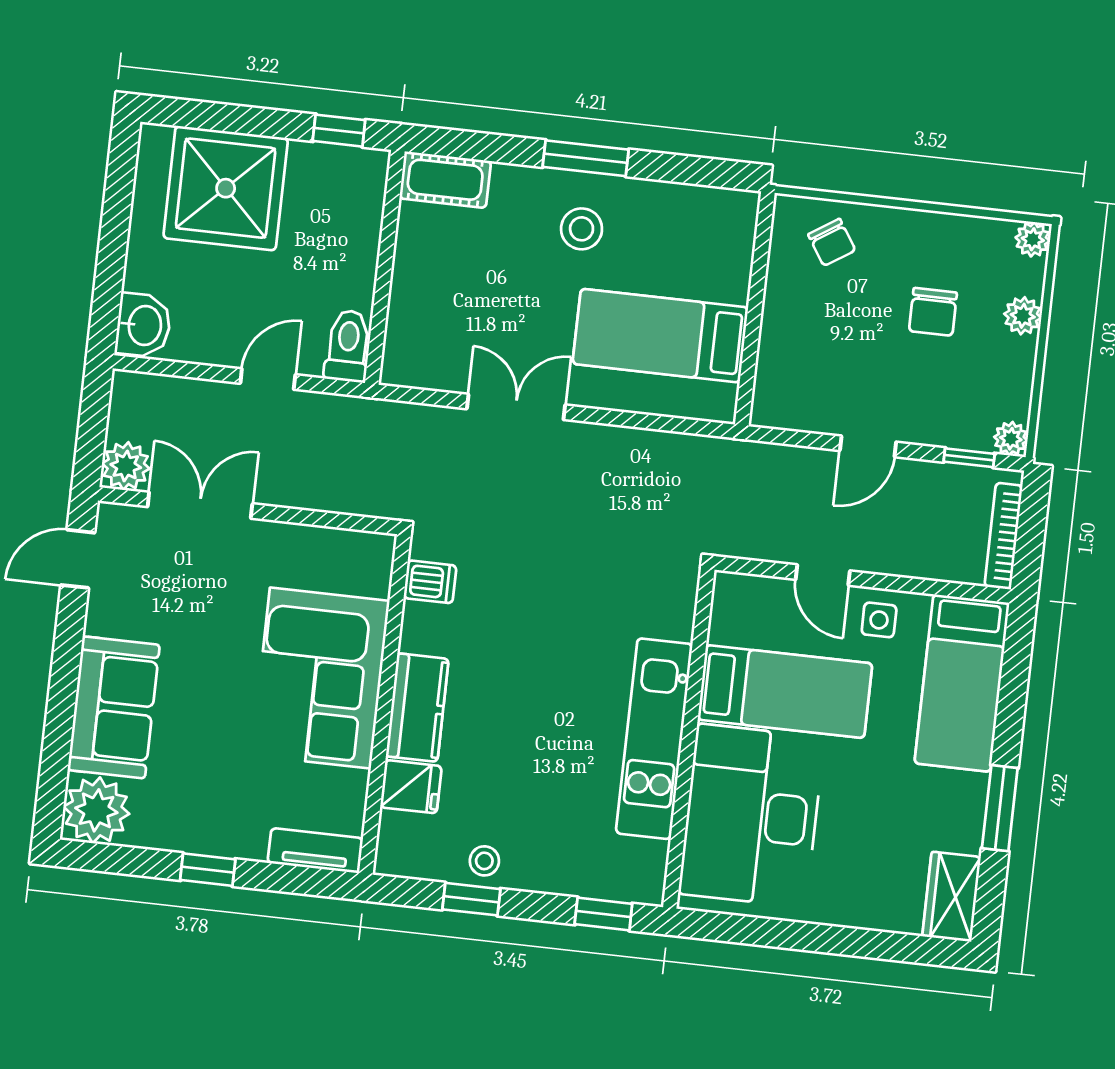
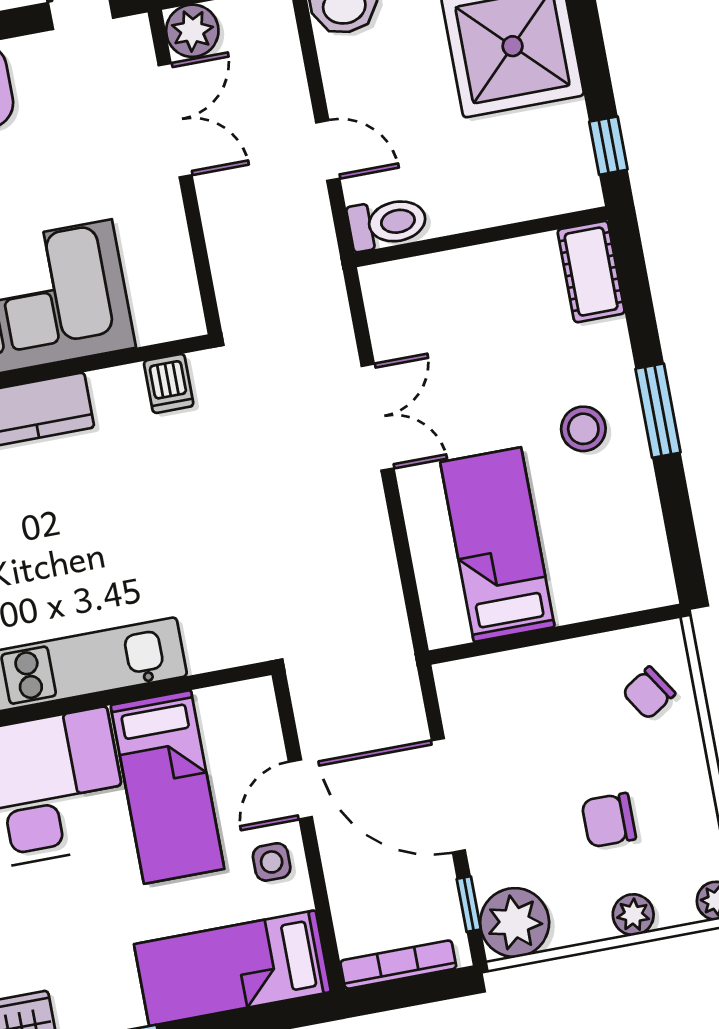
plant: (1011, 439) -> (515, 923), width x1.88, depth x1.88
door: (868, 446) -> (448, 795), width x1.88

